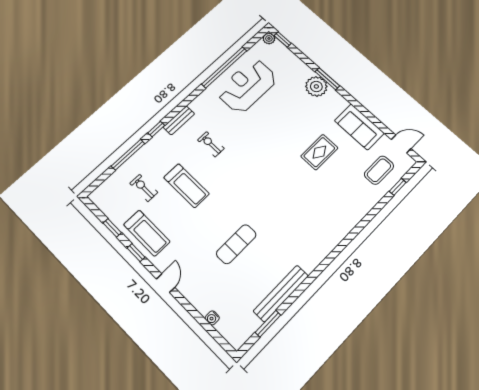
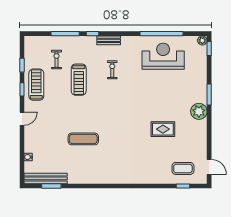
plant: (316, 86) -> (199, 111), moved
sofa: (359, 127) -> (198, 137), removed
treadmill: (147, 233) -> (36, 85), turned 180
exercise mat: (236, 244) -> (83, 139), moved
bench: (281, 293) -> (46, 178), moved

